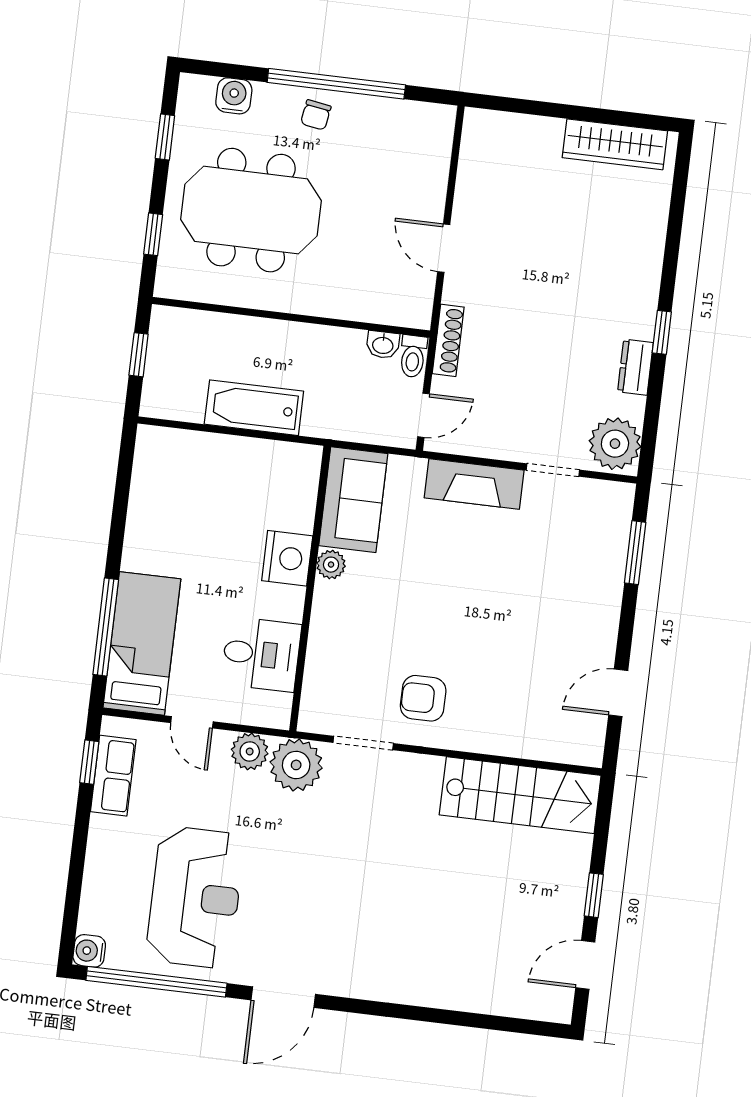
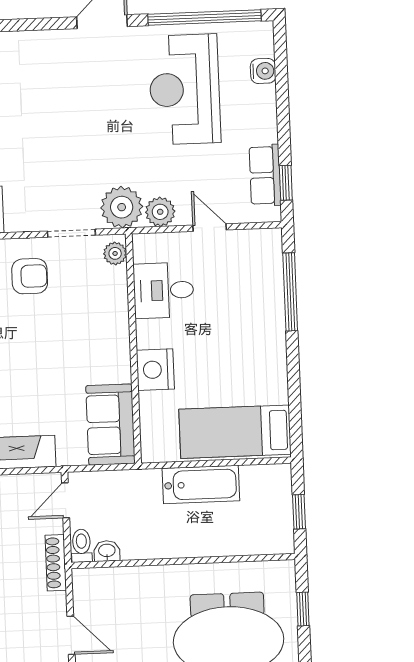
plant: (331, 565) -> (115, 253), moved
bed: (142, 643) -> (235, 432), moved, turned 90
water cooler: (89, 951) -> (263, 71), moved

